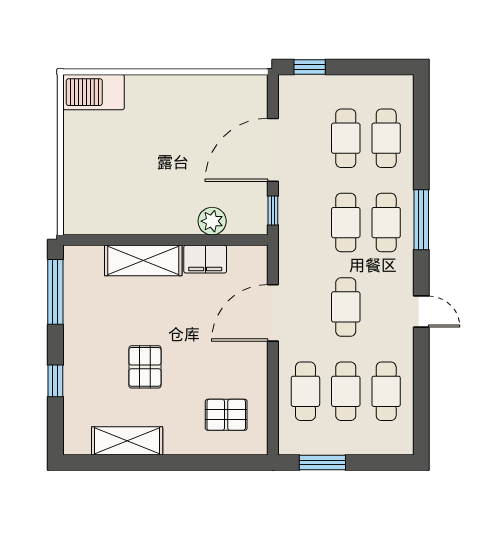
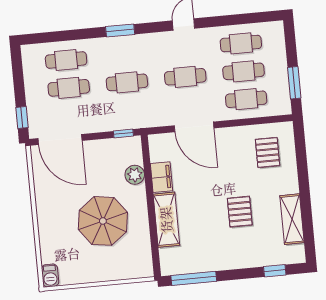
barbecue: (93, 92) -> (50, 275), width x0.53, depth x0.65
door: (273, 150) -> (60, 140), moved
parasol: (150, 169) -> (103, 221), added
window: (421, 220) -> (120, 30), width x0.69
cafe table: (386, 223) -> (124, 54), removed
pallet: (145, 367) -> (240, 212), turned 90
window: (55, 381) -> (275, 271), moved

